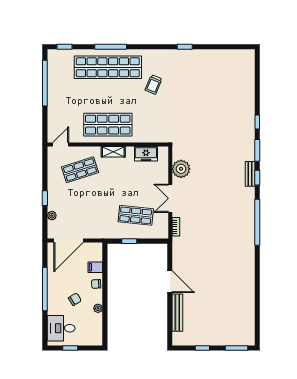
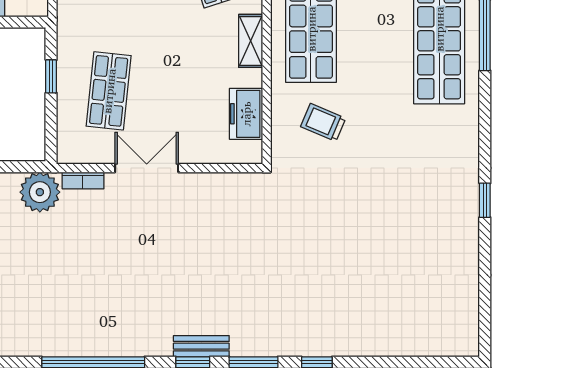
trolley: (153, 85) -> (323, 122), moved
plant: (181, 169) -> (40, 192), moved

